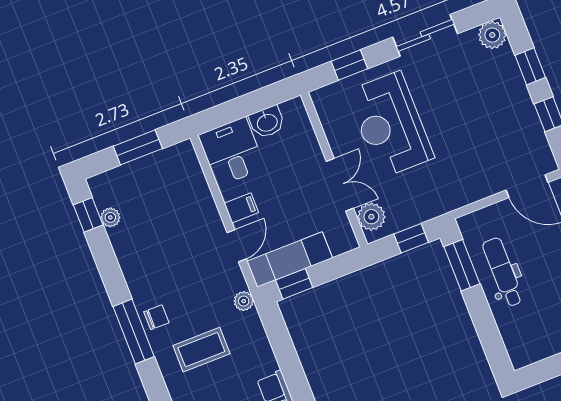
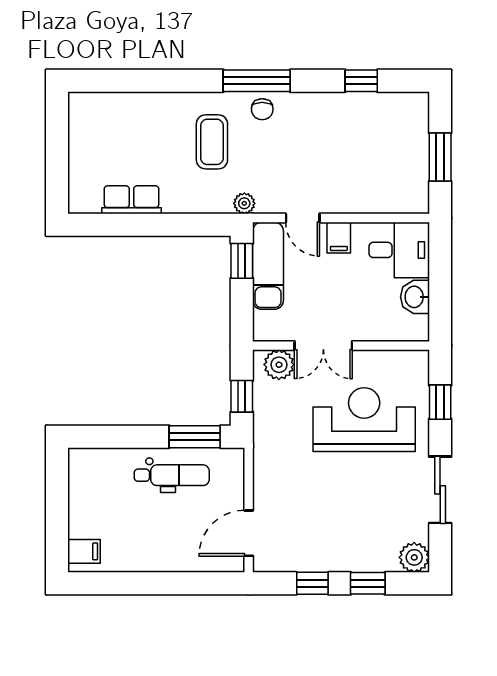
window: (88, 215) -> (361, 81), moved
plant: (110, 217) -> (381, 102), removed

